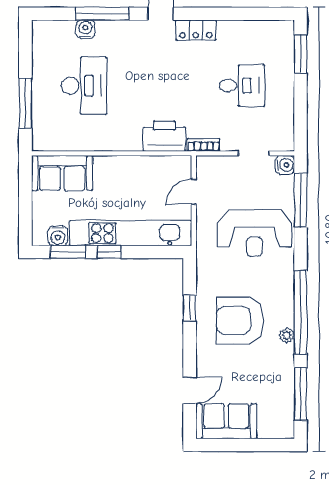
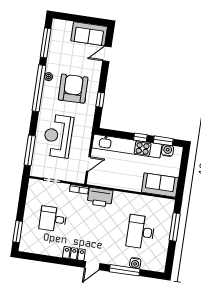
water cooler: (285, 165) -> (36, 171), removed
reception desk: (255, 233) -> (58, 136), turned -90
armchair: (240, 320) -> (73, 89), turned -91

